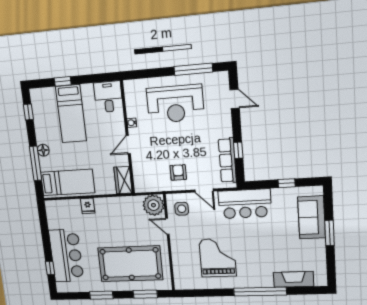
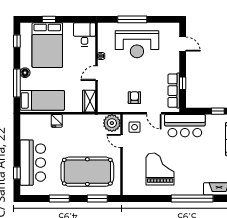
window: (193, 69) -> (132, 19), moved
bed: (71, 114) -> (47, 45), width x1.50

